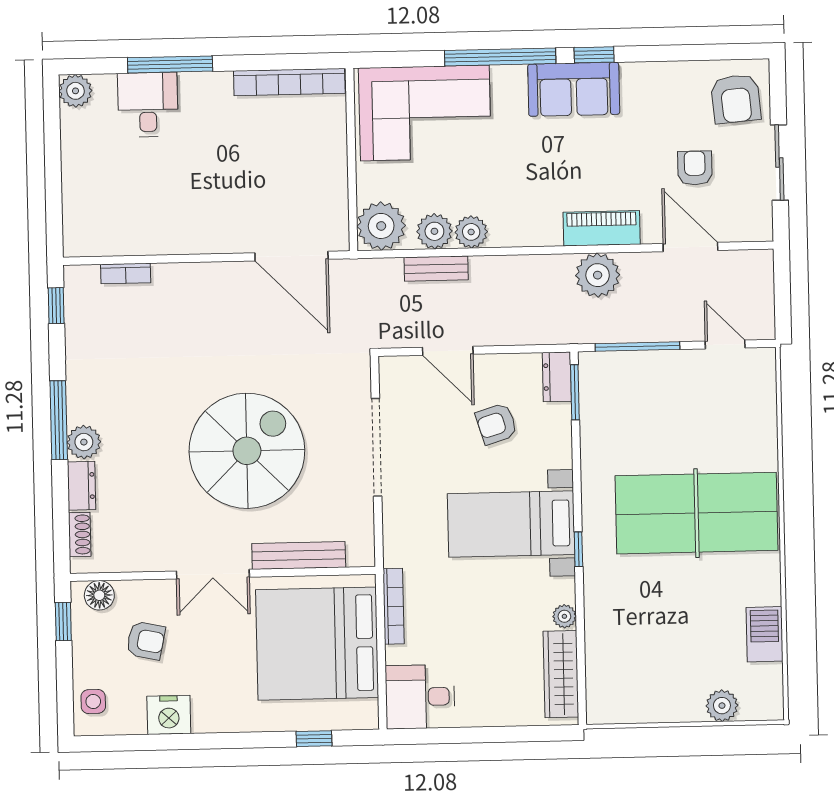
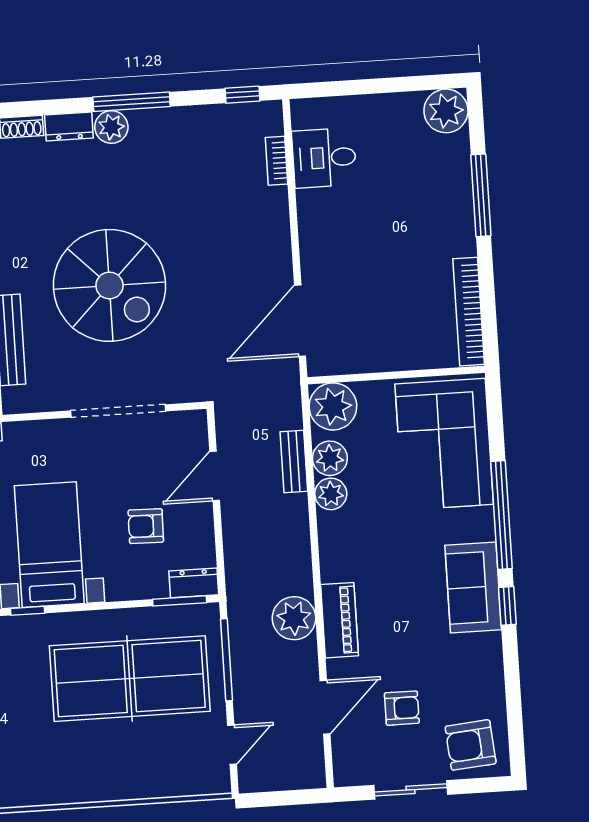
plant: (75, 91) -> (446, 111), width x1.36, depth x1.36
desk: (148, 105) -> (324, 158), moved, turned 180
armchair: (496, 424) -> (146, 526), turned -72
table tennis table: (697, 513) -> (130, 679), moved, turned 90

